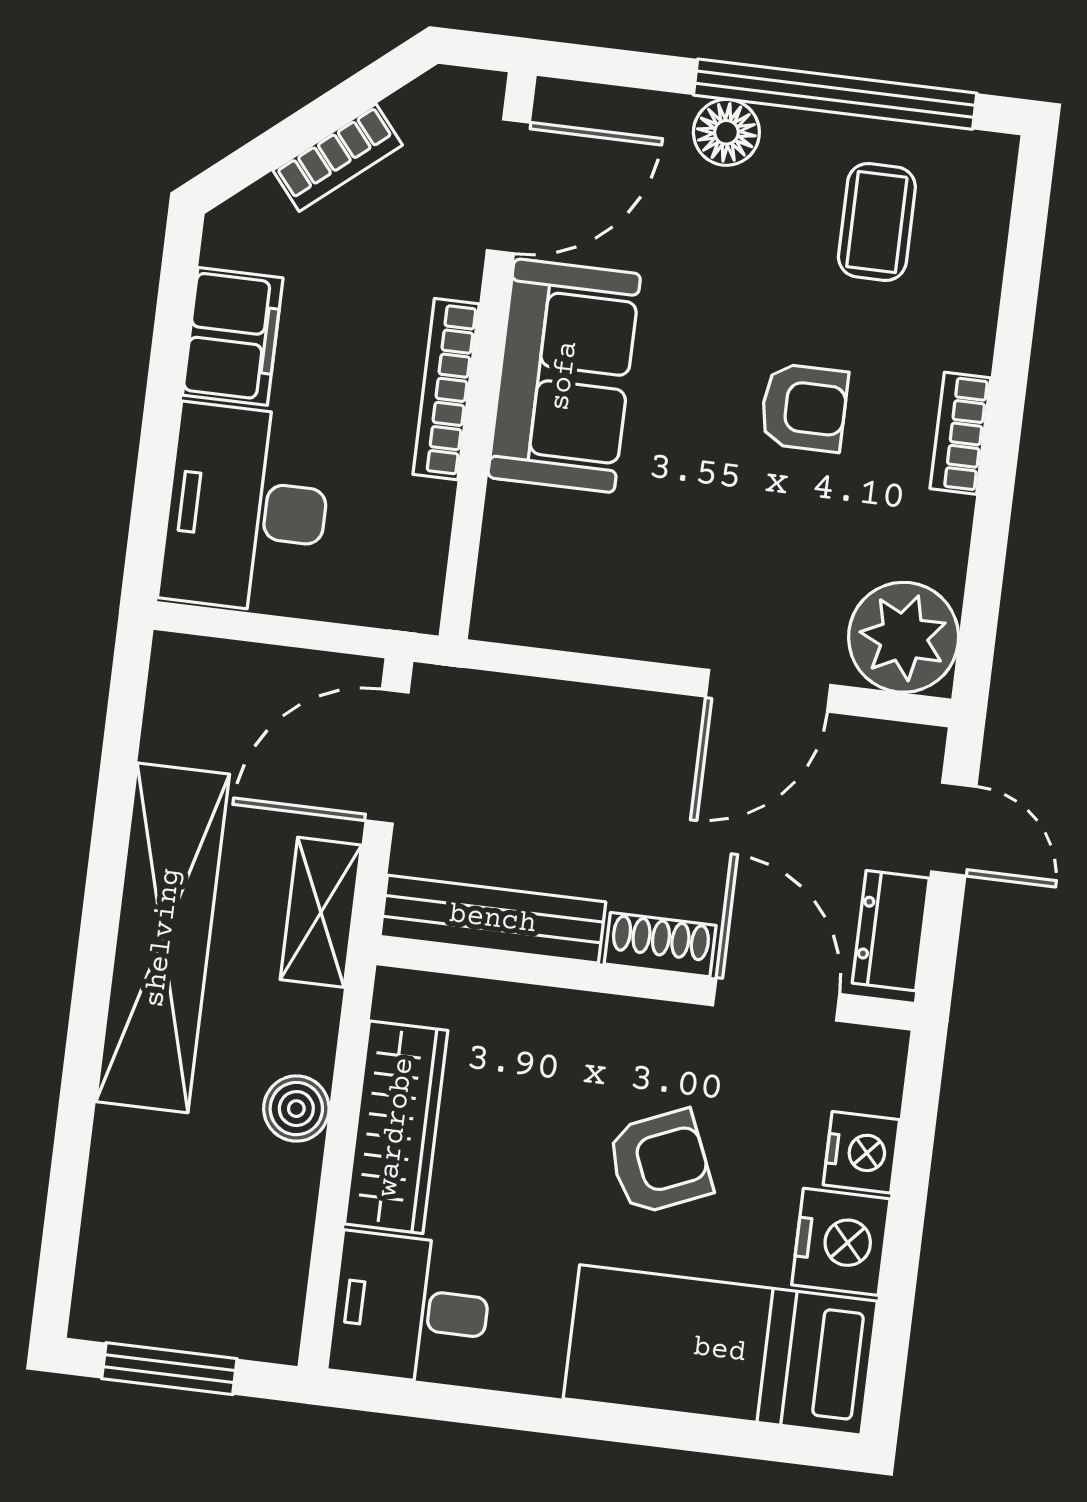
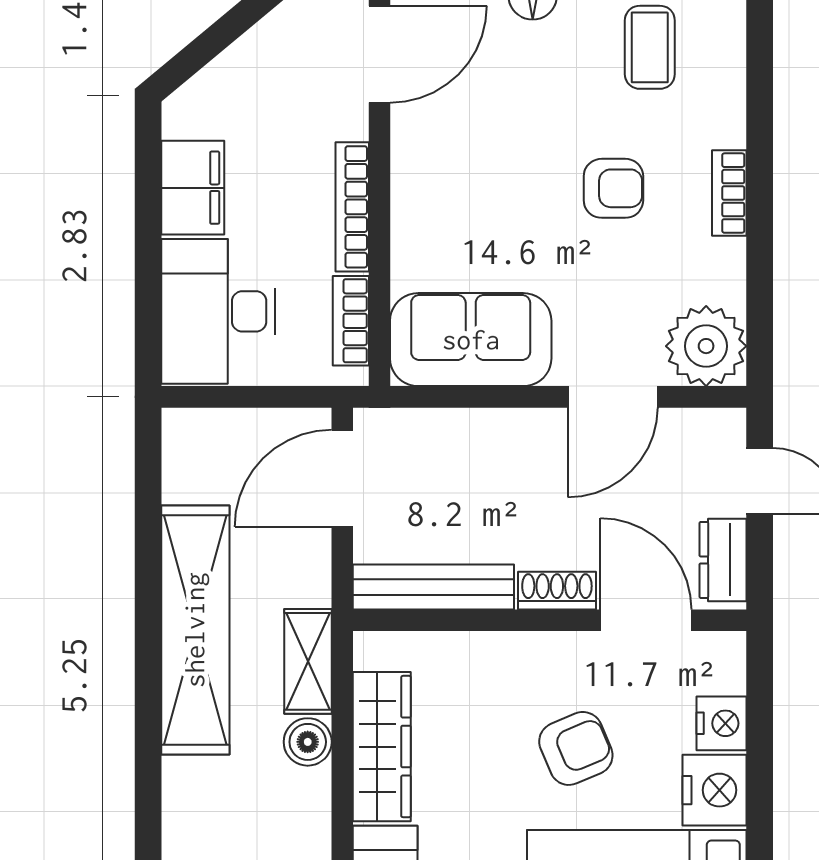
bookcase: (338, 158) -> (351, 321), moved, turned 130
sofa: (564, 376) -> (471, 340), moved, turned -90
shelving: (321, 912) -> (308, 661), moved

